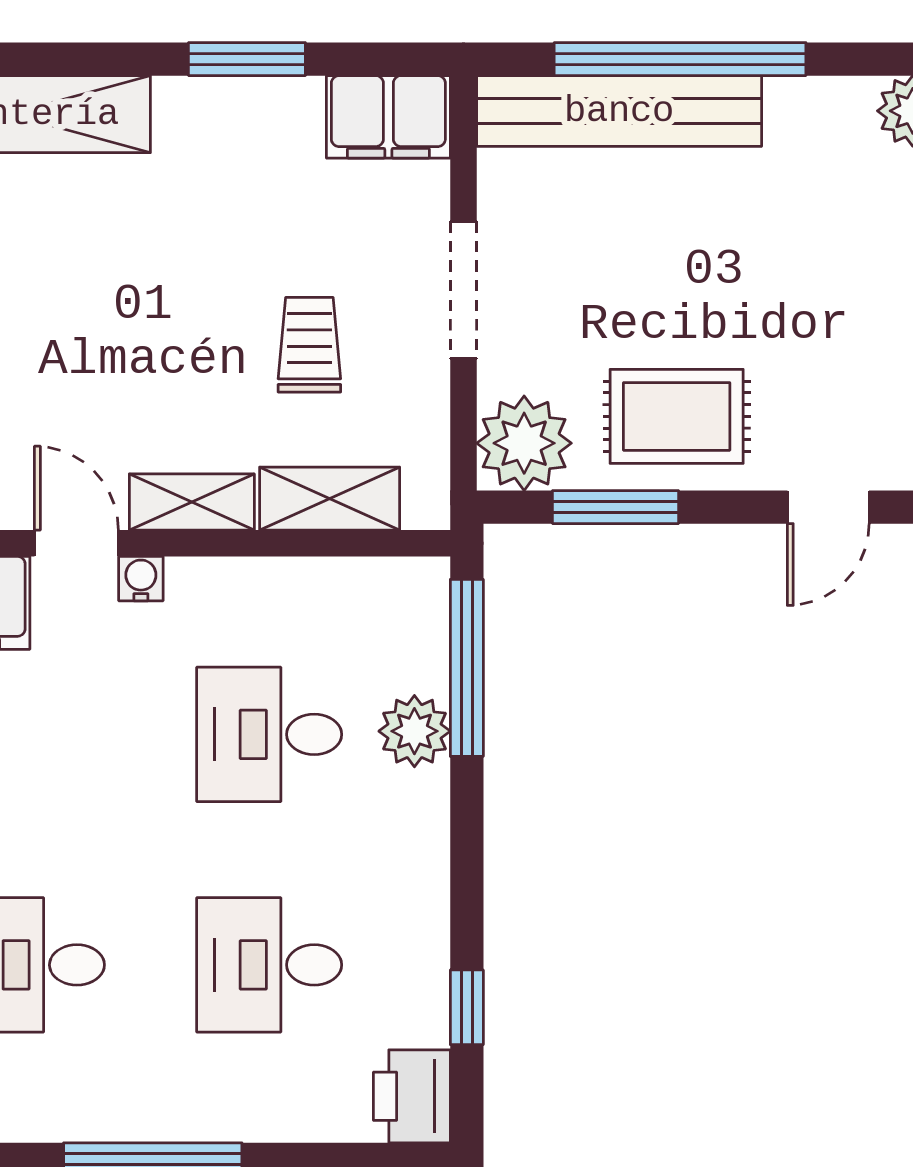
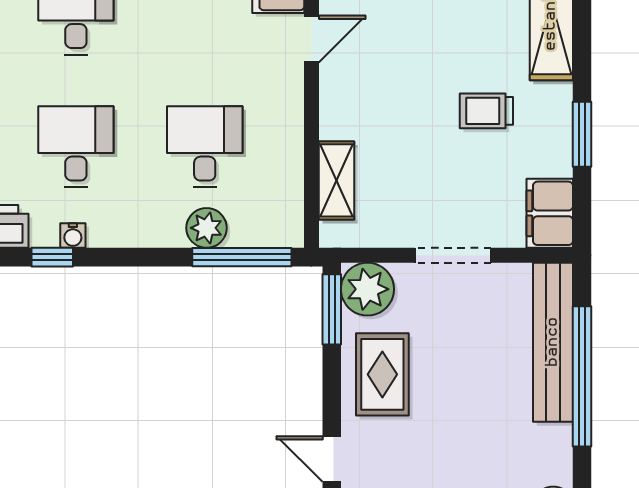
trolley: (309, 345) -> (486, 111), moved, turned 180
shelving: (192, 502) -> (335, 103), removed
window: (616, 507) -> (332, 309), moved
water cooler: (141, 579) -> (73, 236), moved, turned 90

